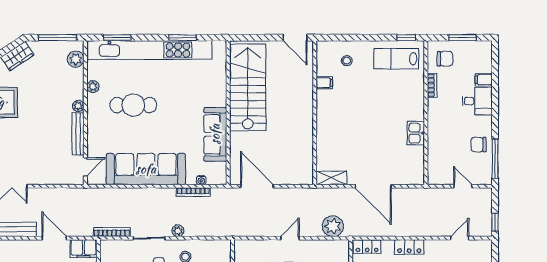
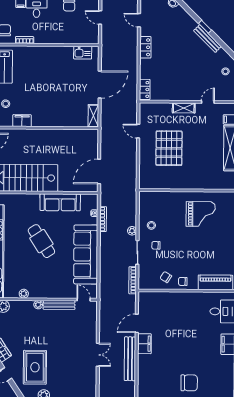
filing cabinet: (324, 83) -> (22, 121), width x2.00
cafe table: (133, 105) -> (41, 241), moved, turned -33
kitchen sink: (416, 133) -> (83, 53), moved
door: (463, 186) -> (100, 18), hinge flipped
plant: (333, 226) -> (129, 115), removed
door: (290, 238) -> (138, 131), moved
locker: (409, 247) -> (145, 47), moved
filing cabinet: (84, 249) -> (144, 344), moved

